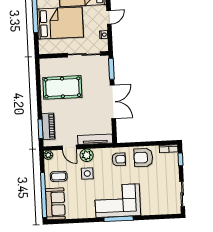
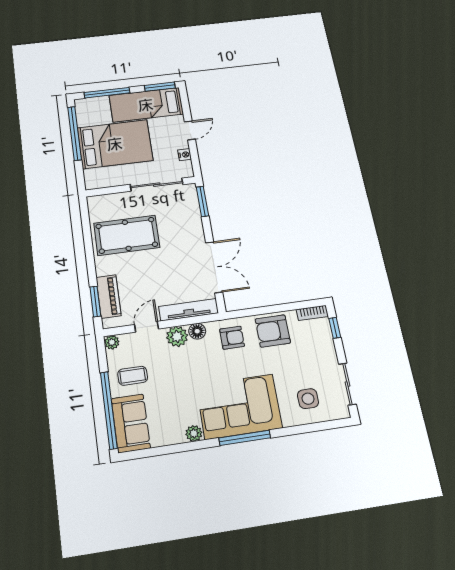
double door: (113, 102) -> (214, 267), moved
door: (69, 147) -> (147, 327), swing flipped
floor lamp: (99, 153) -> (197, 331), added
side table: (87, 174) -> (308, 399), moved
plant: (90, 213) -> (194, 433), added

